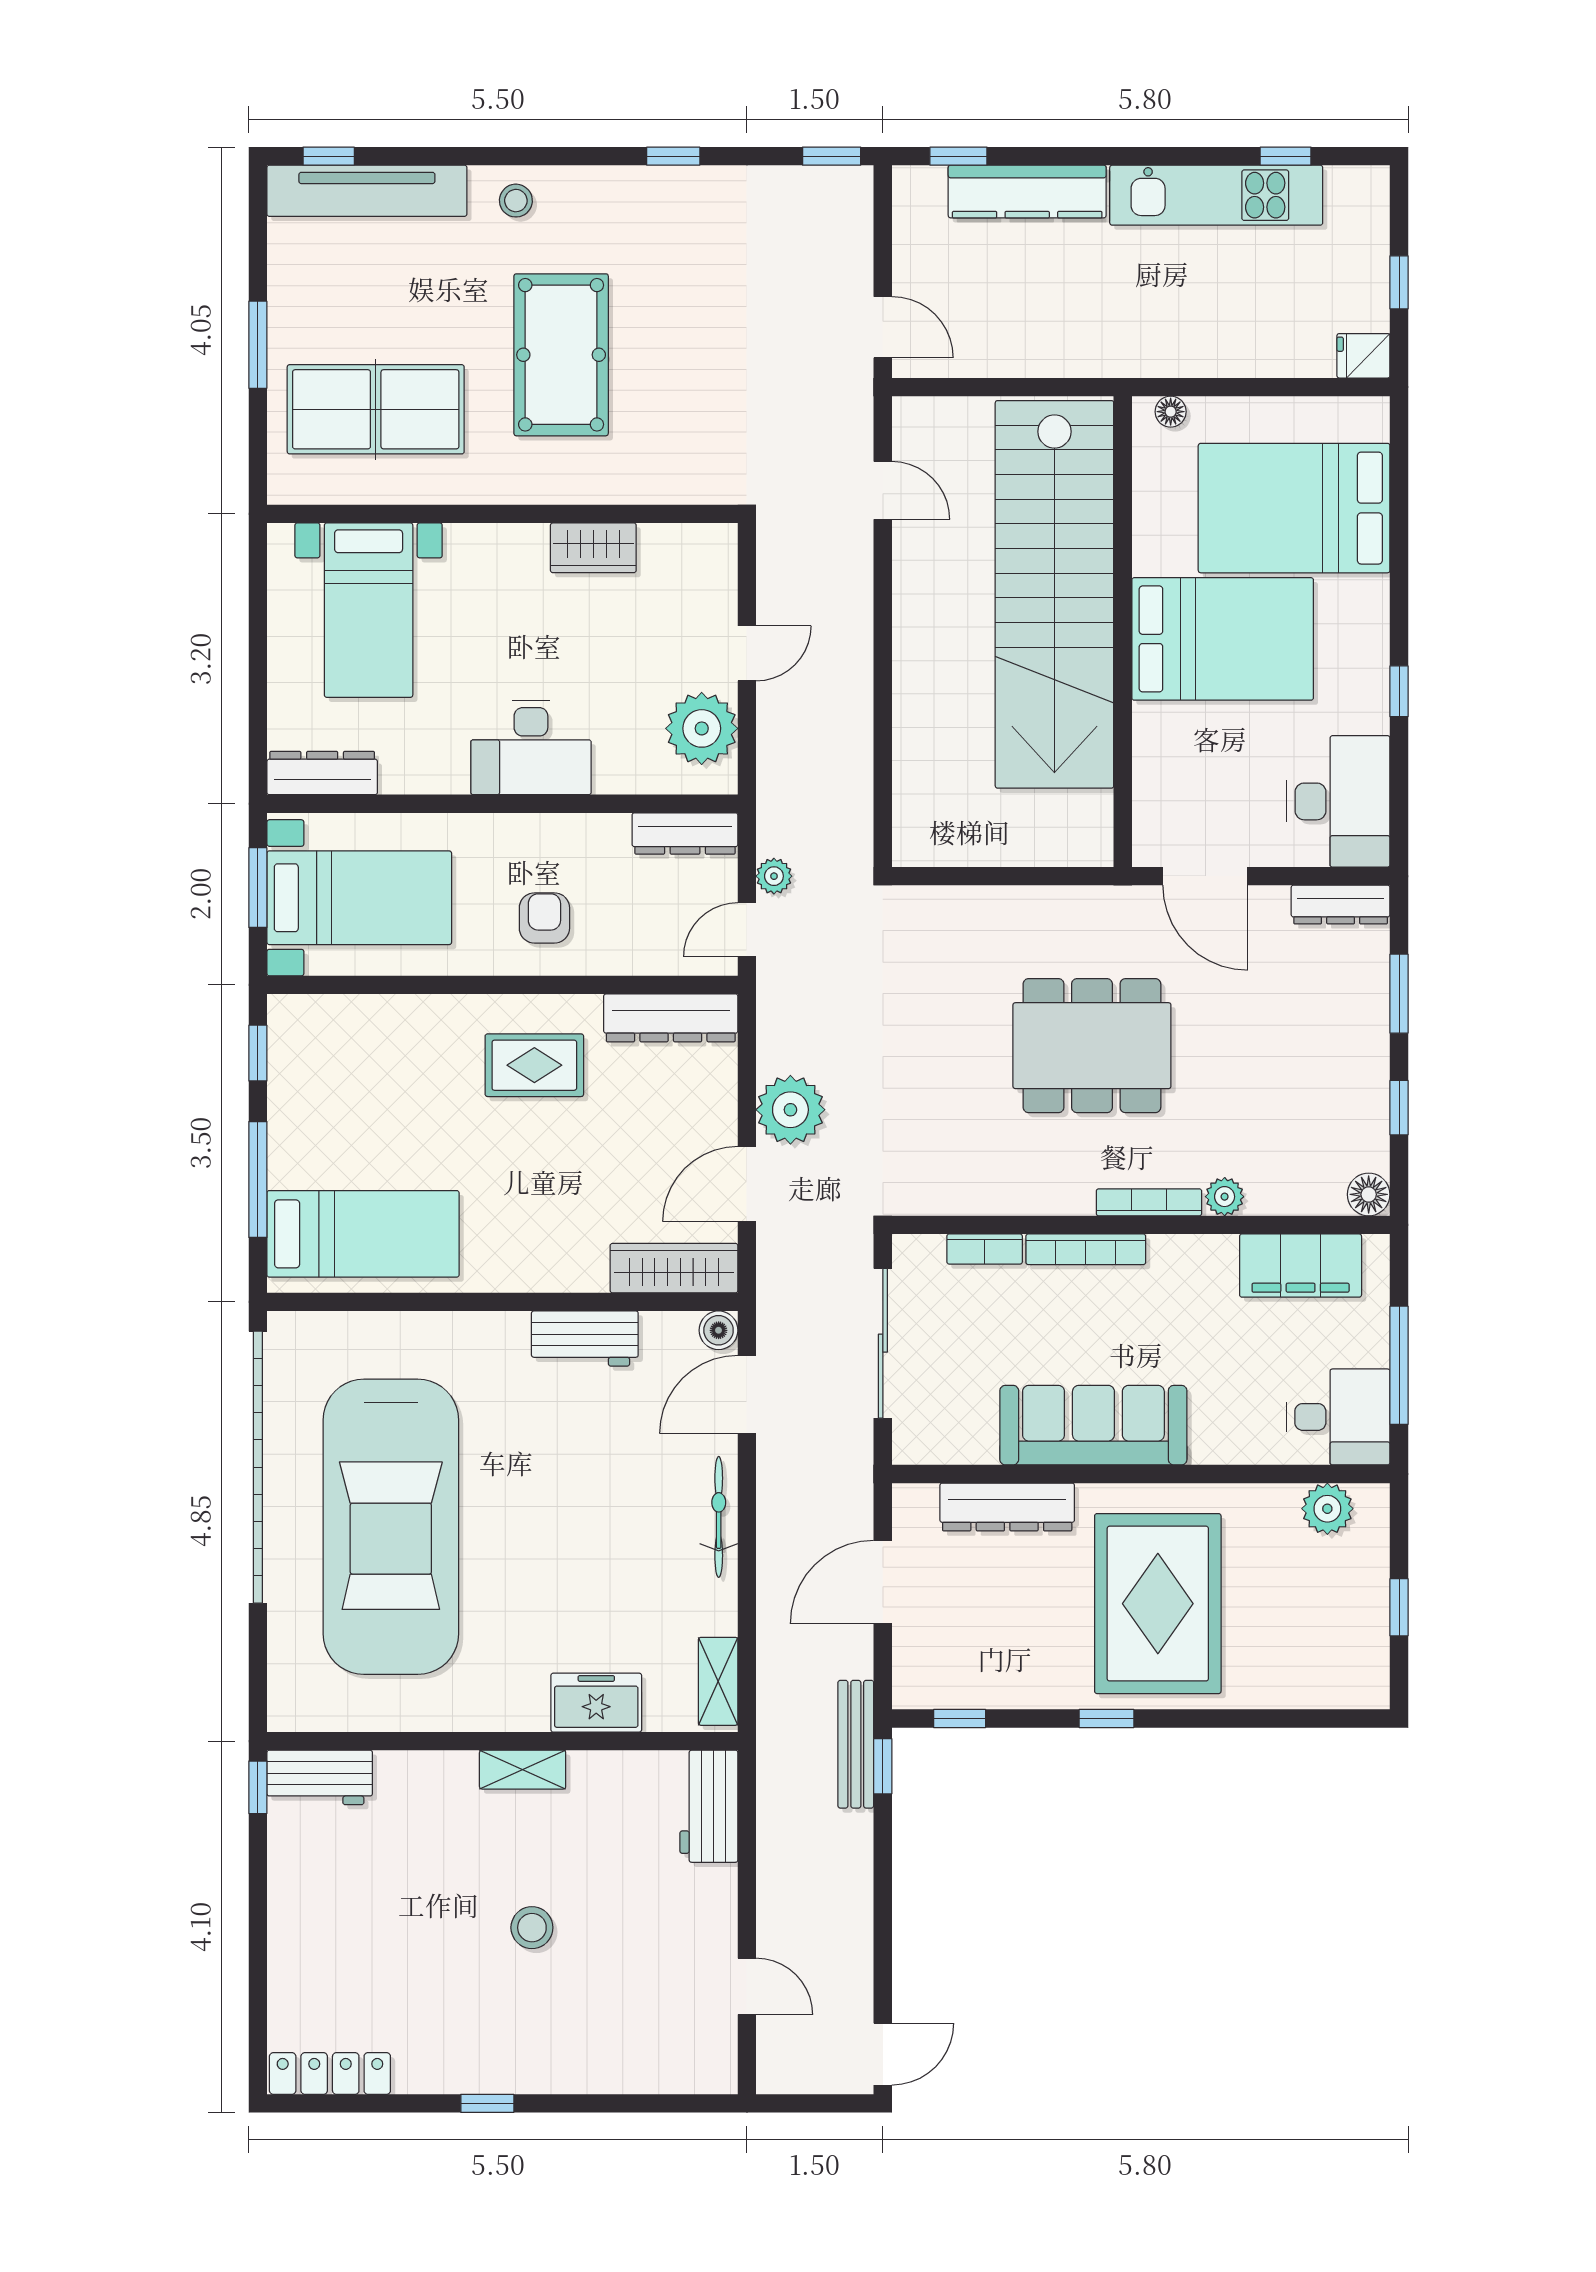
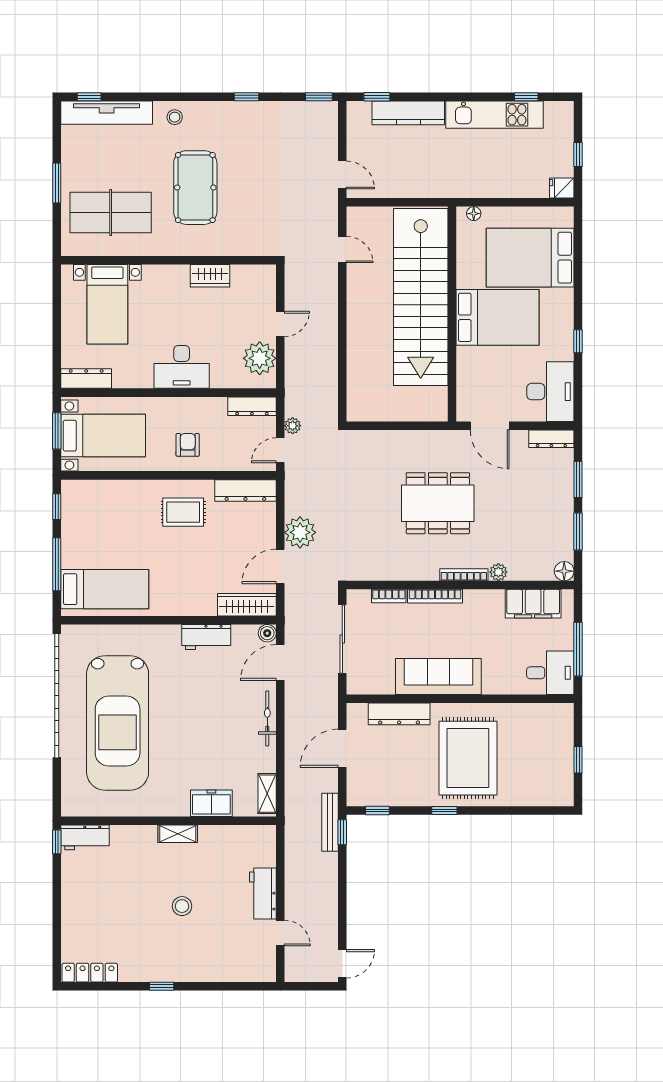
window: (1399, 1108) -> (578, 531), width x1.50
plant: (1327, 1509) -> (545, 715), removed
workbench: (709, 1806) -> (263, 893), moved

